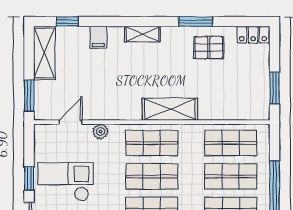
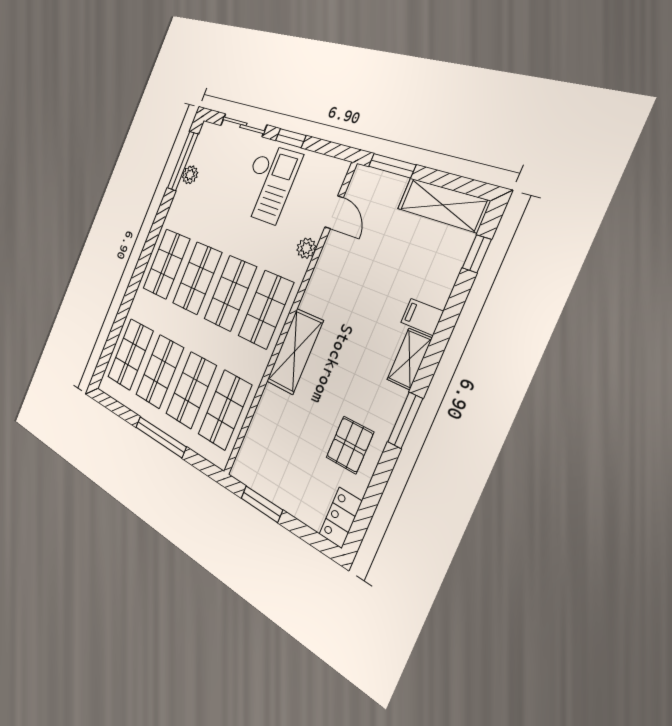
window: (196, 22) -> (405, 420), moved
filing cabinet: (98, 37) -> (422, 317), moved

